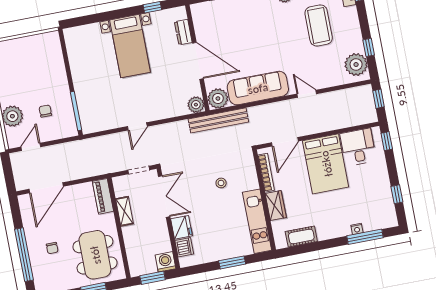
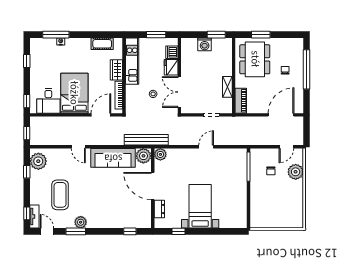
double door: (164, 197) -> (179, 92), moved
wall: (168, 218) -> (179, 76), moved
fridge: (181, 227) -> (171, 67), moved
dishwasher: (184, 247) -> (172, 52), moved

